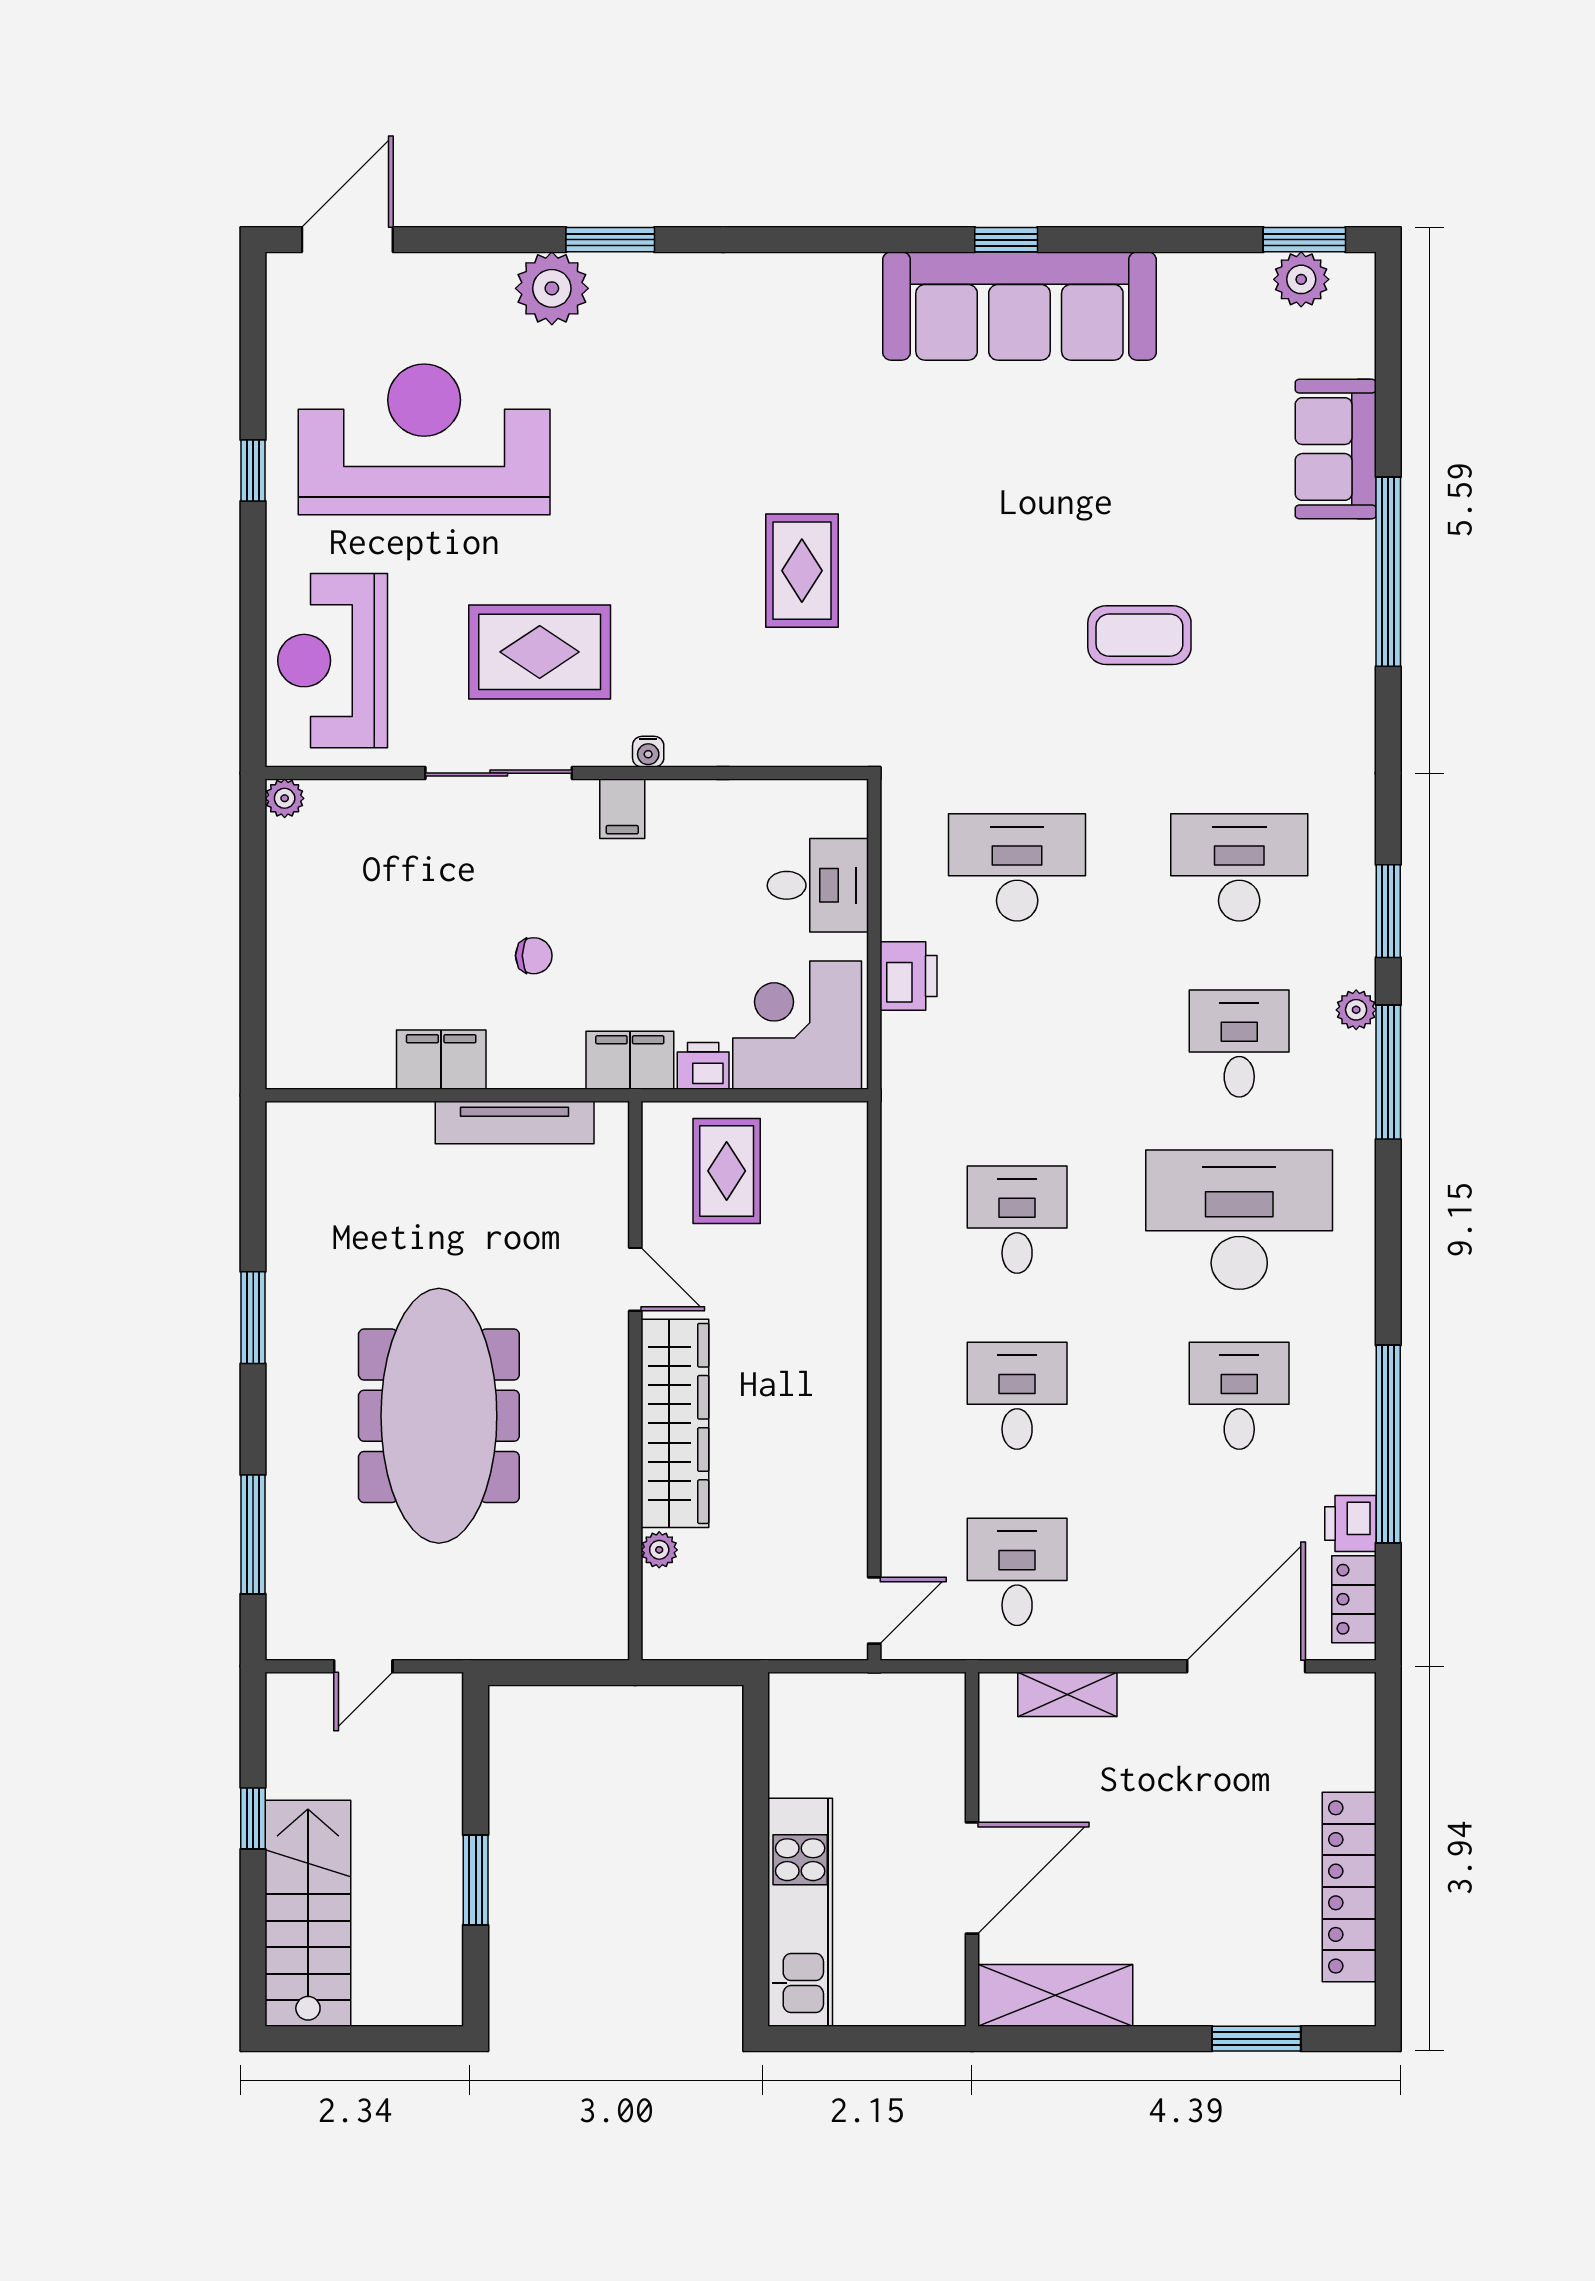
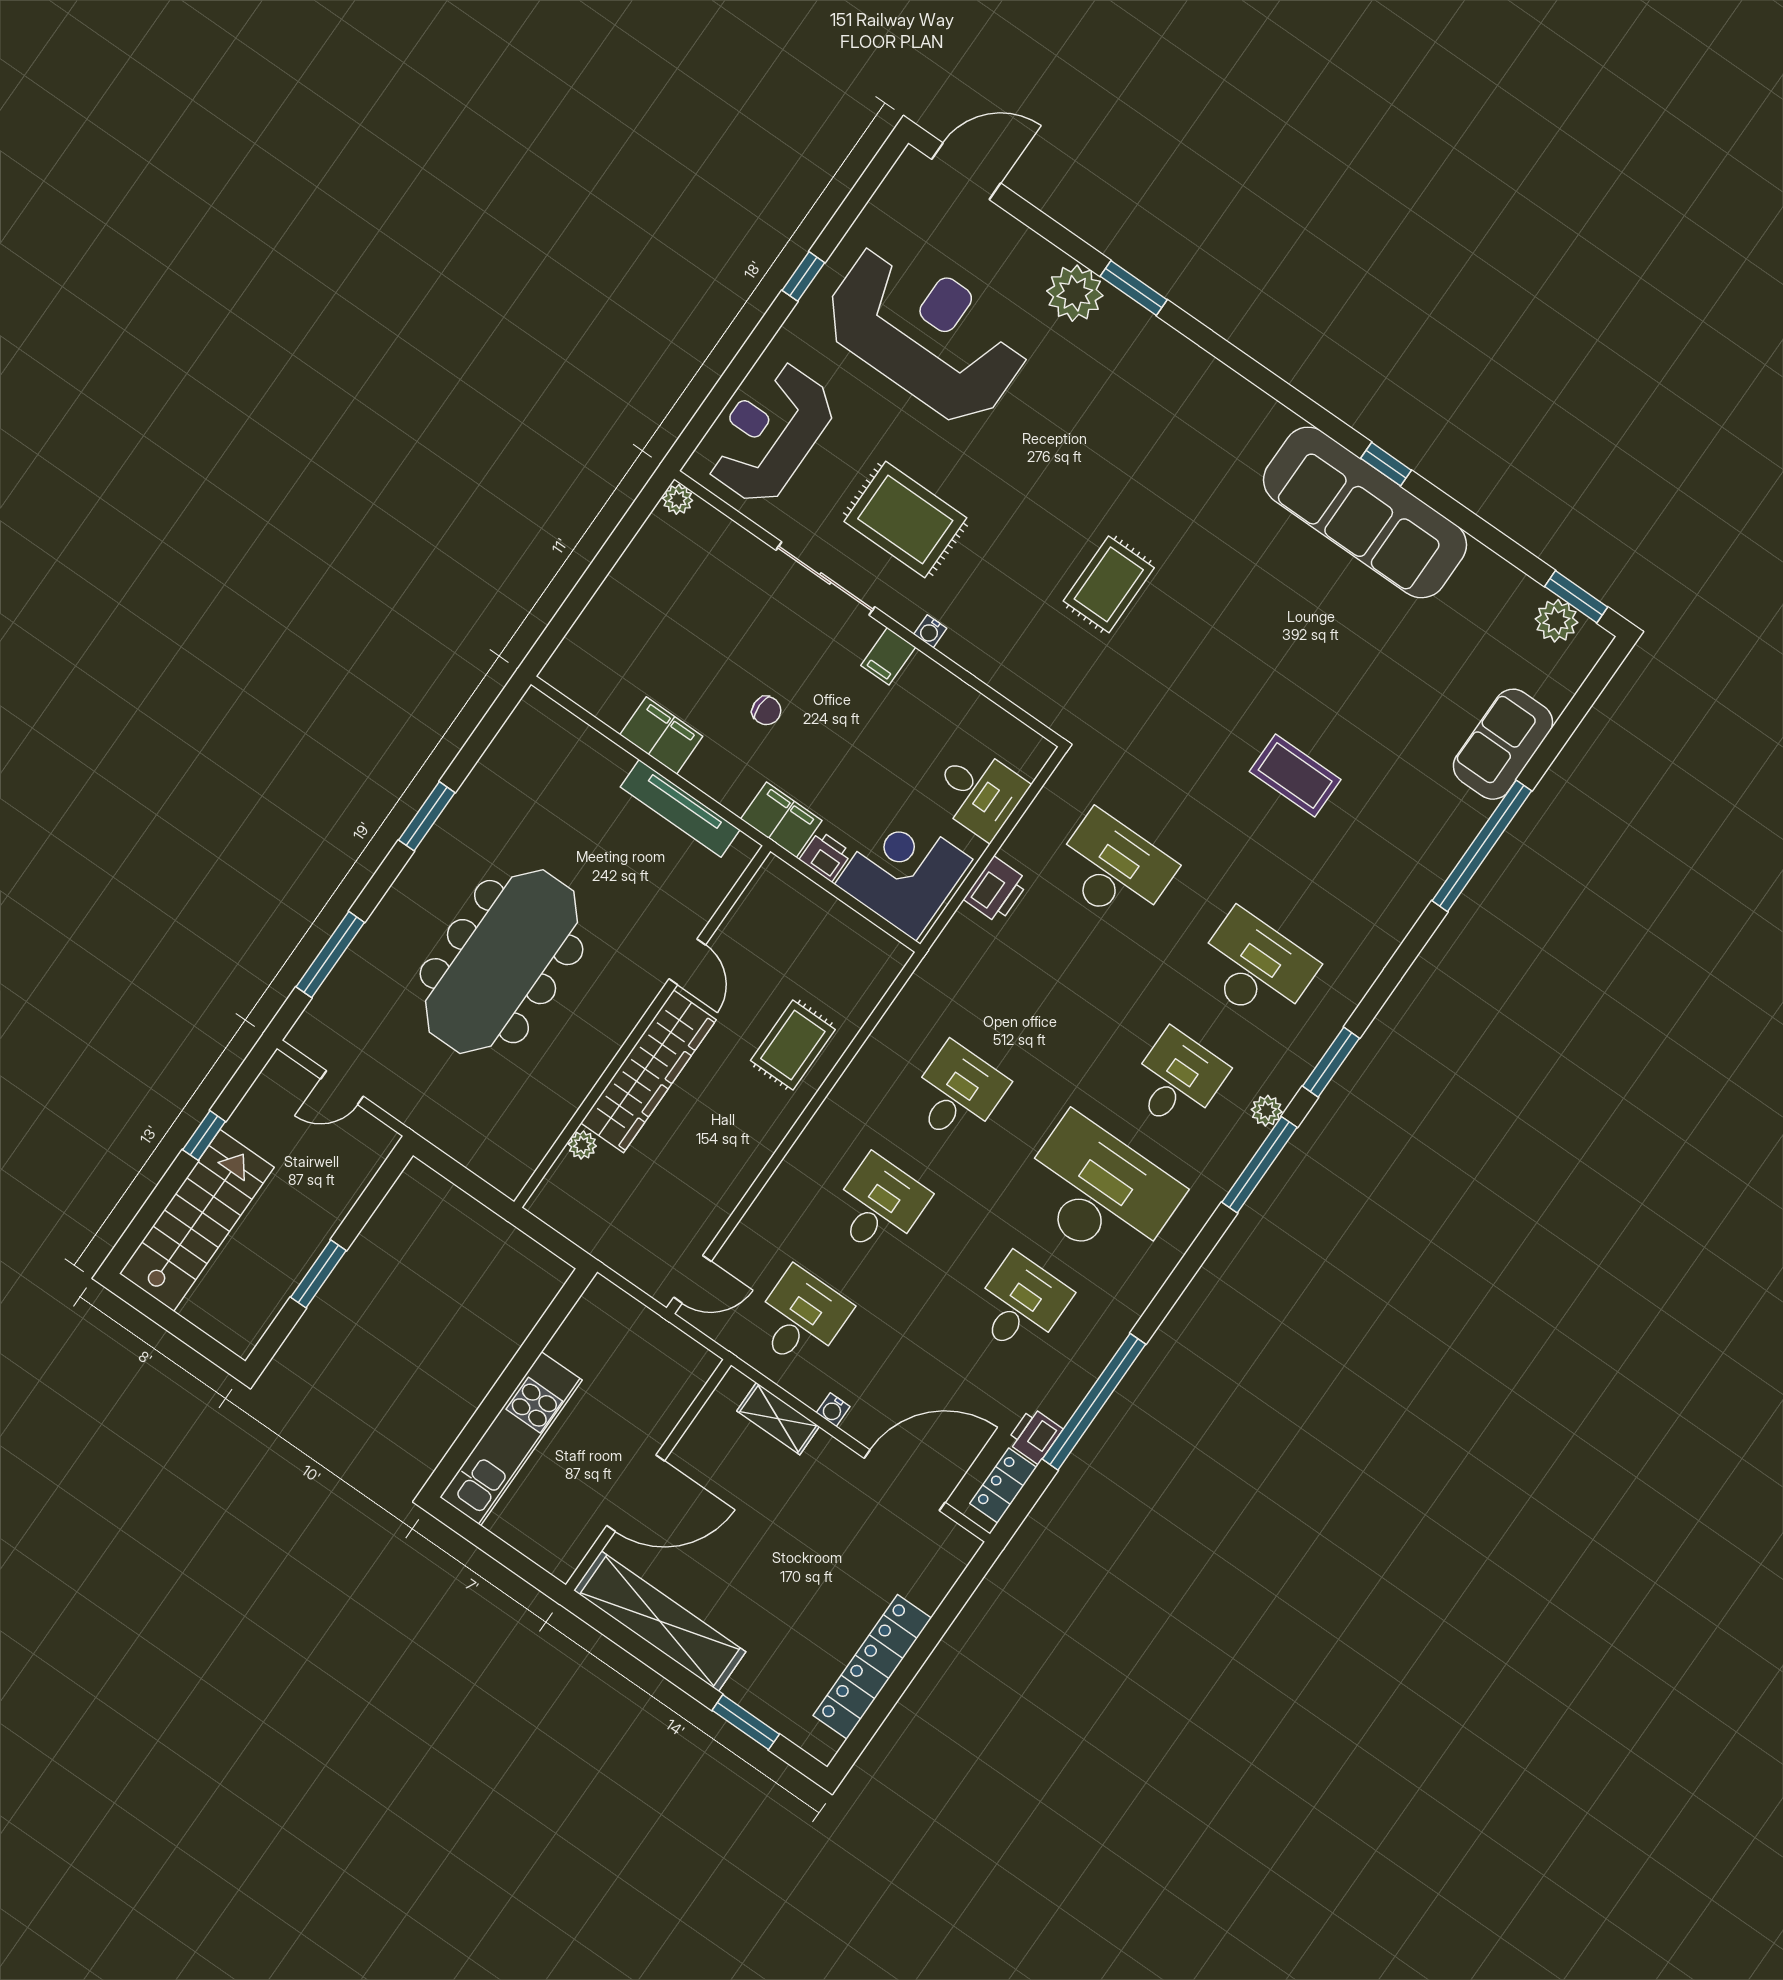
rug: (727, 1171) -> (793, 1045), moved
water cooler: (1119, 1645) -> (833, 1410), added
shelving: (1055, 1995) -> (660, 1621), width x1.47

